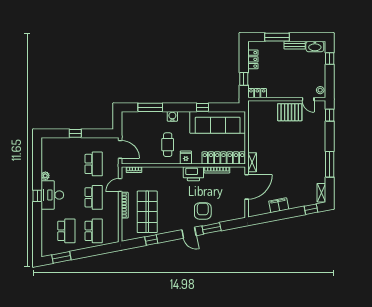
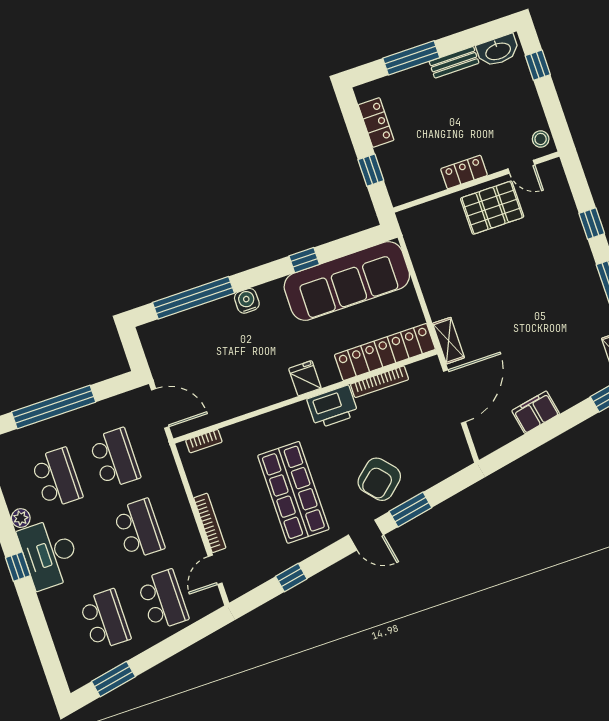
locker: (257, 93) -> (464, 172), moved
window: (150, 107) -> (193, 298), width x1.46
window: (330, 115) -> (592, 223), moved
window: (75, 133) -> (54, 407), width x3.17
cafe table: (168, 145) -> (257, 364), removed
school desk: (66, 164) -> (57, 478), added
door: (120, 185) -> (215, 570), moved
armchair: (203, 211) -> (379, 479), turned -131
shop shelf: (147, 212) -> (293, 492), moved

